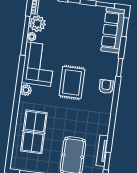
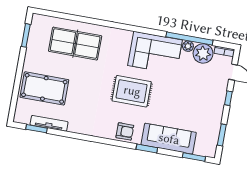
sofa: (113, 30) -> (169, 139), moved
plant: (26, 90) -> (125, 36), removed

